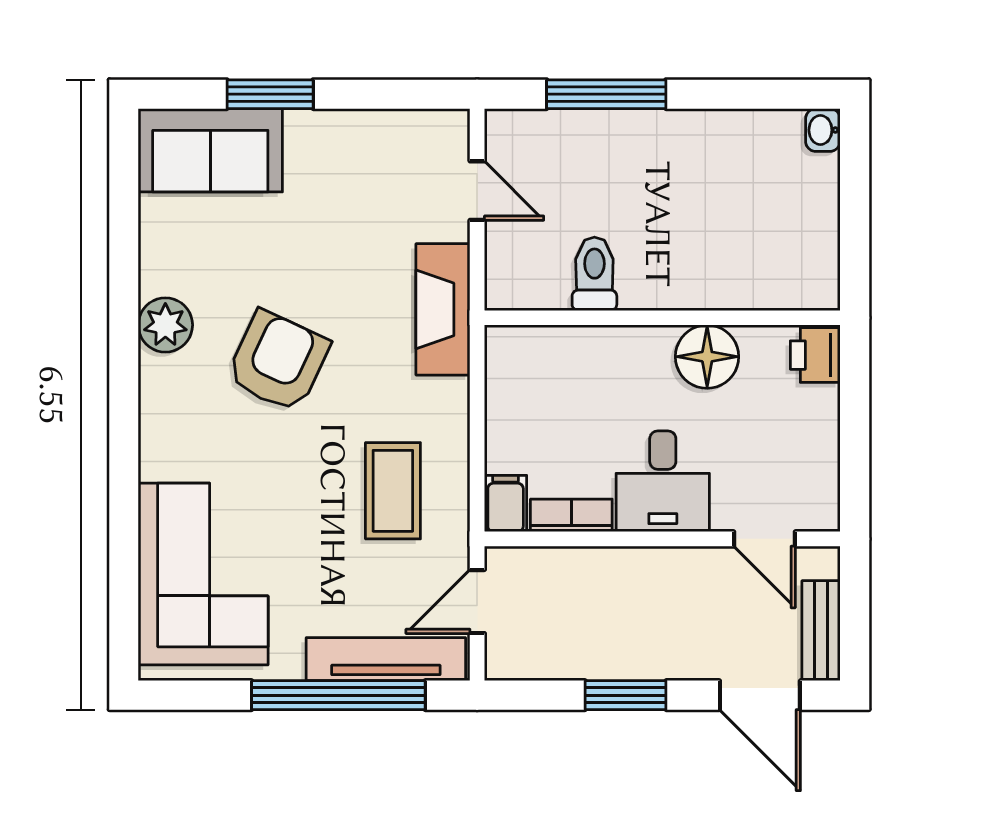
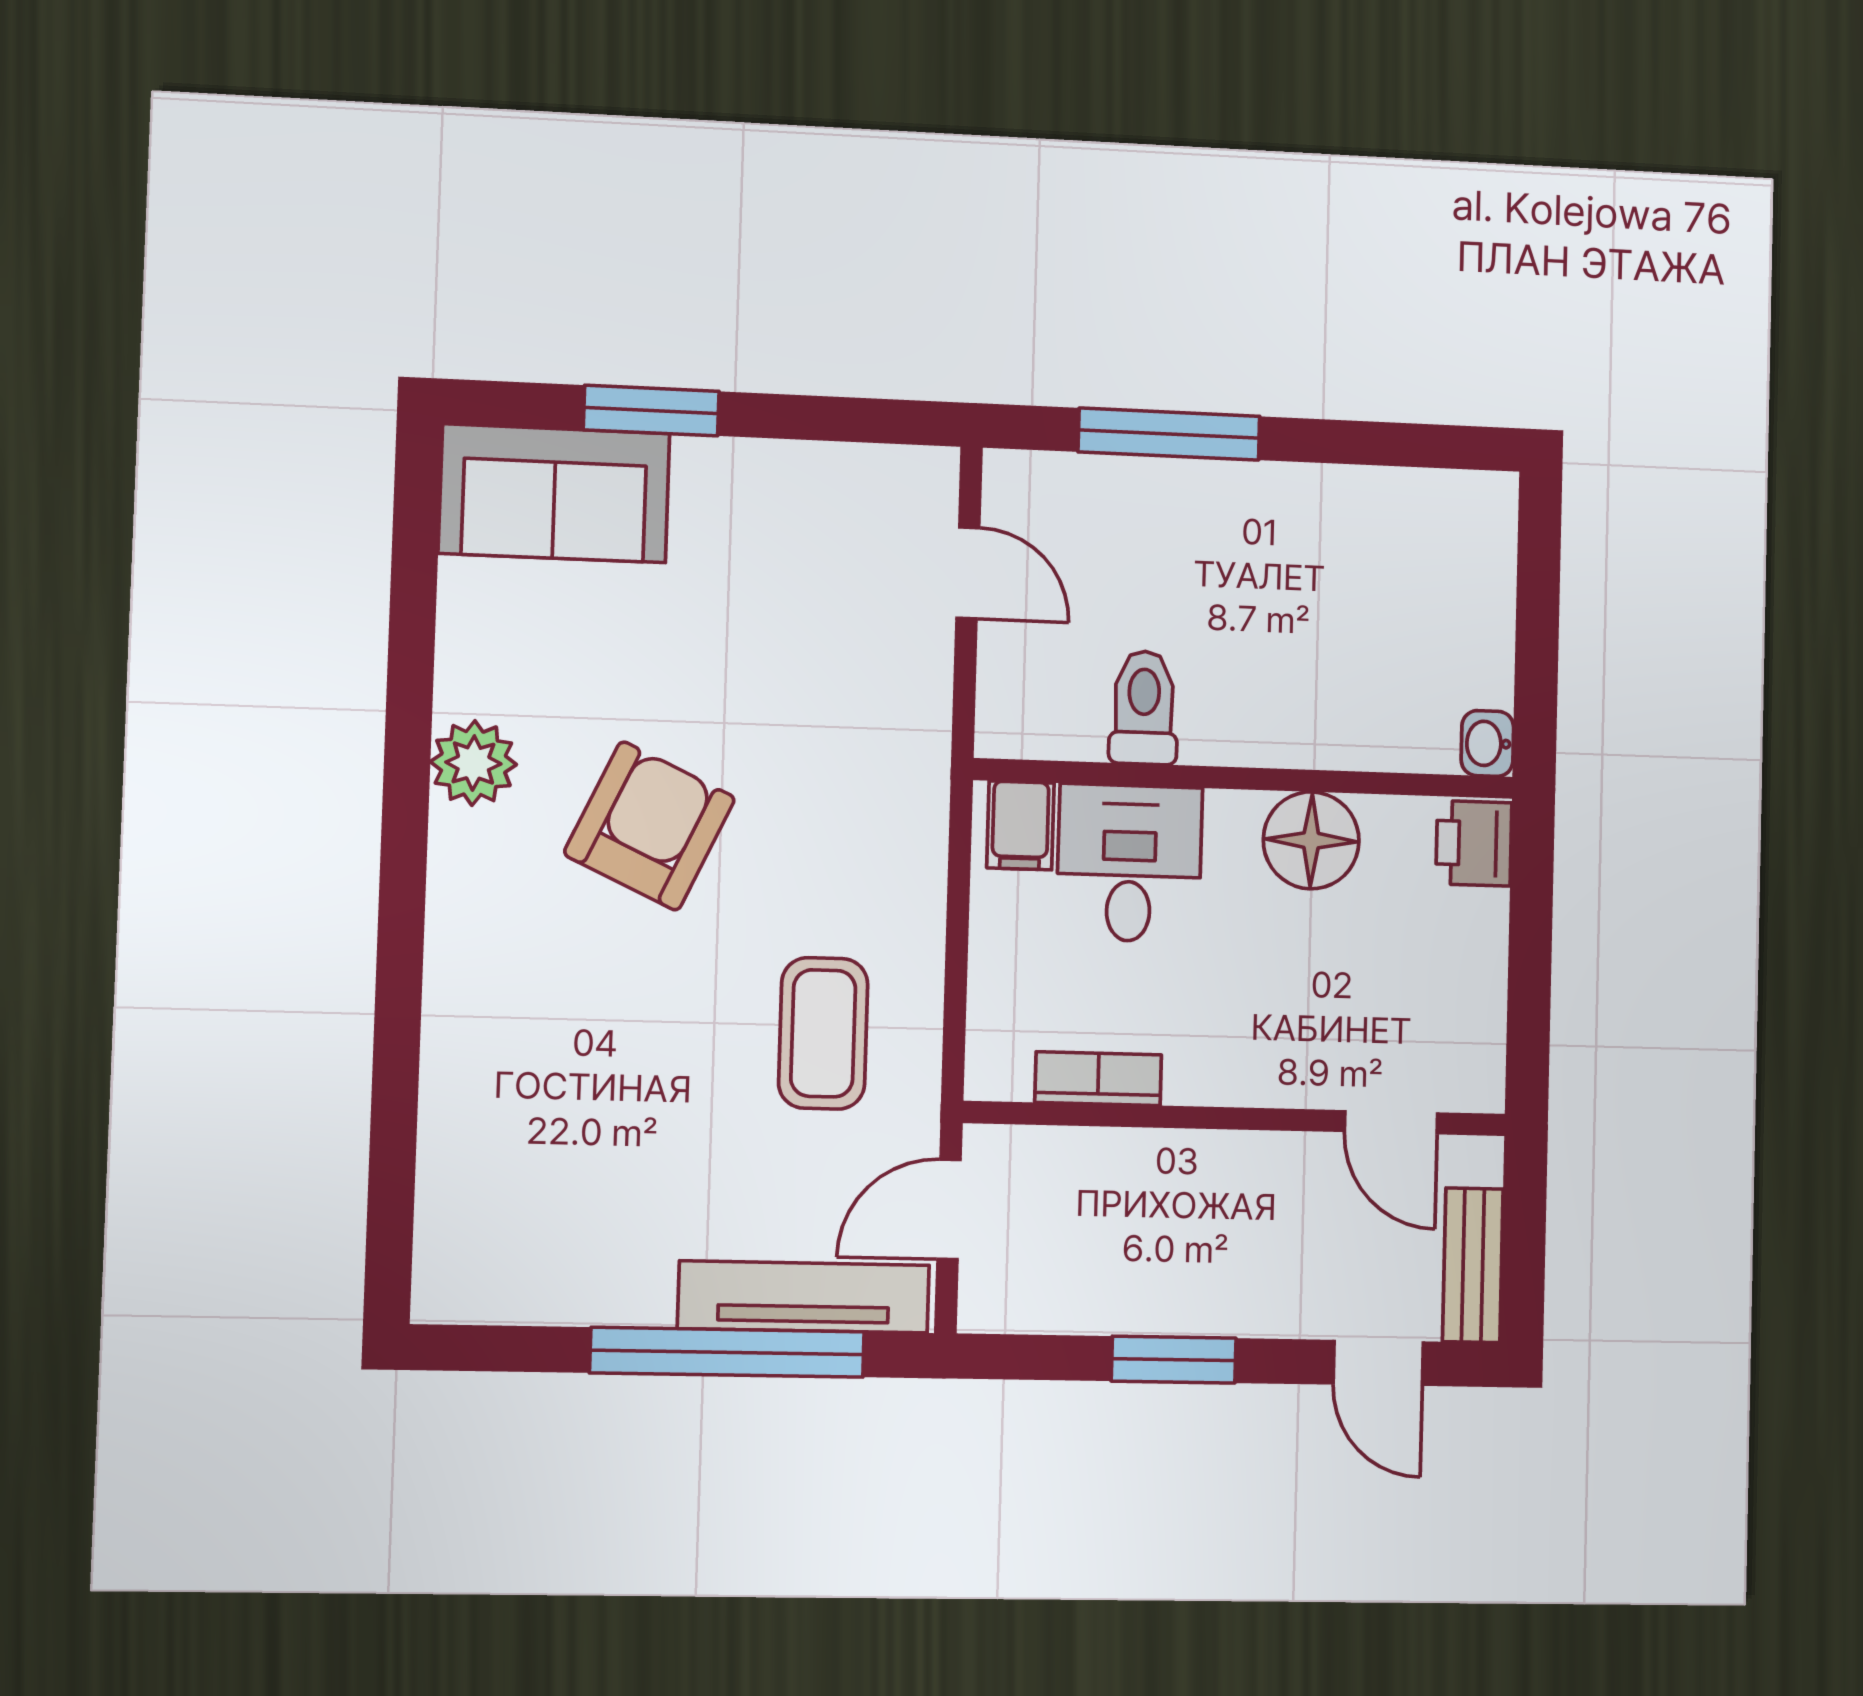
washbasin: (823, 130) -> (1487, 743), moved
fireplace: (443, 309) -> (910, 754), removed
desk: (663, 481) -> (1129, 863), moved, turned 180
filing cabinet: (506, 504) -> (1020, 825), moved, turned 180
corner sofa: (203, 574) -> (520, 1157), removed
door: (760, 695) -> (1378, 1363), width x0.73

